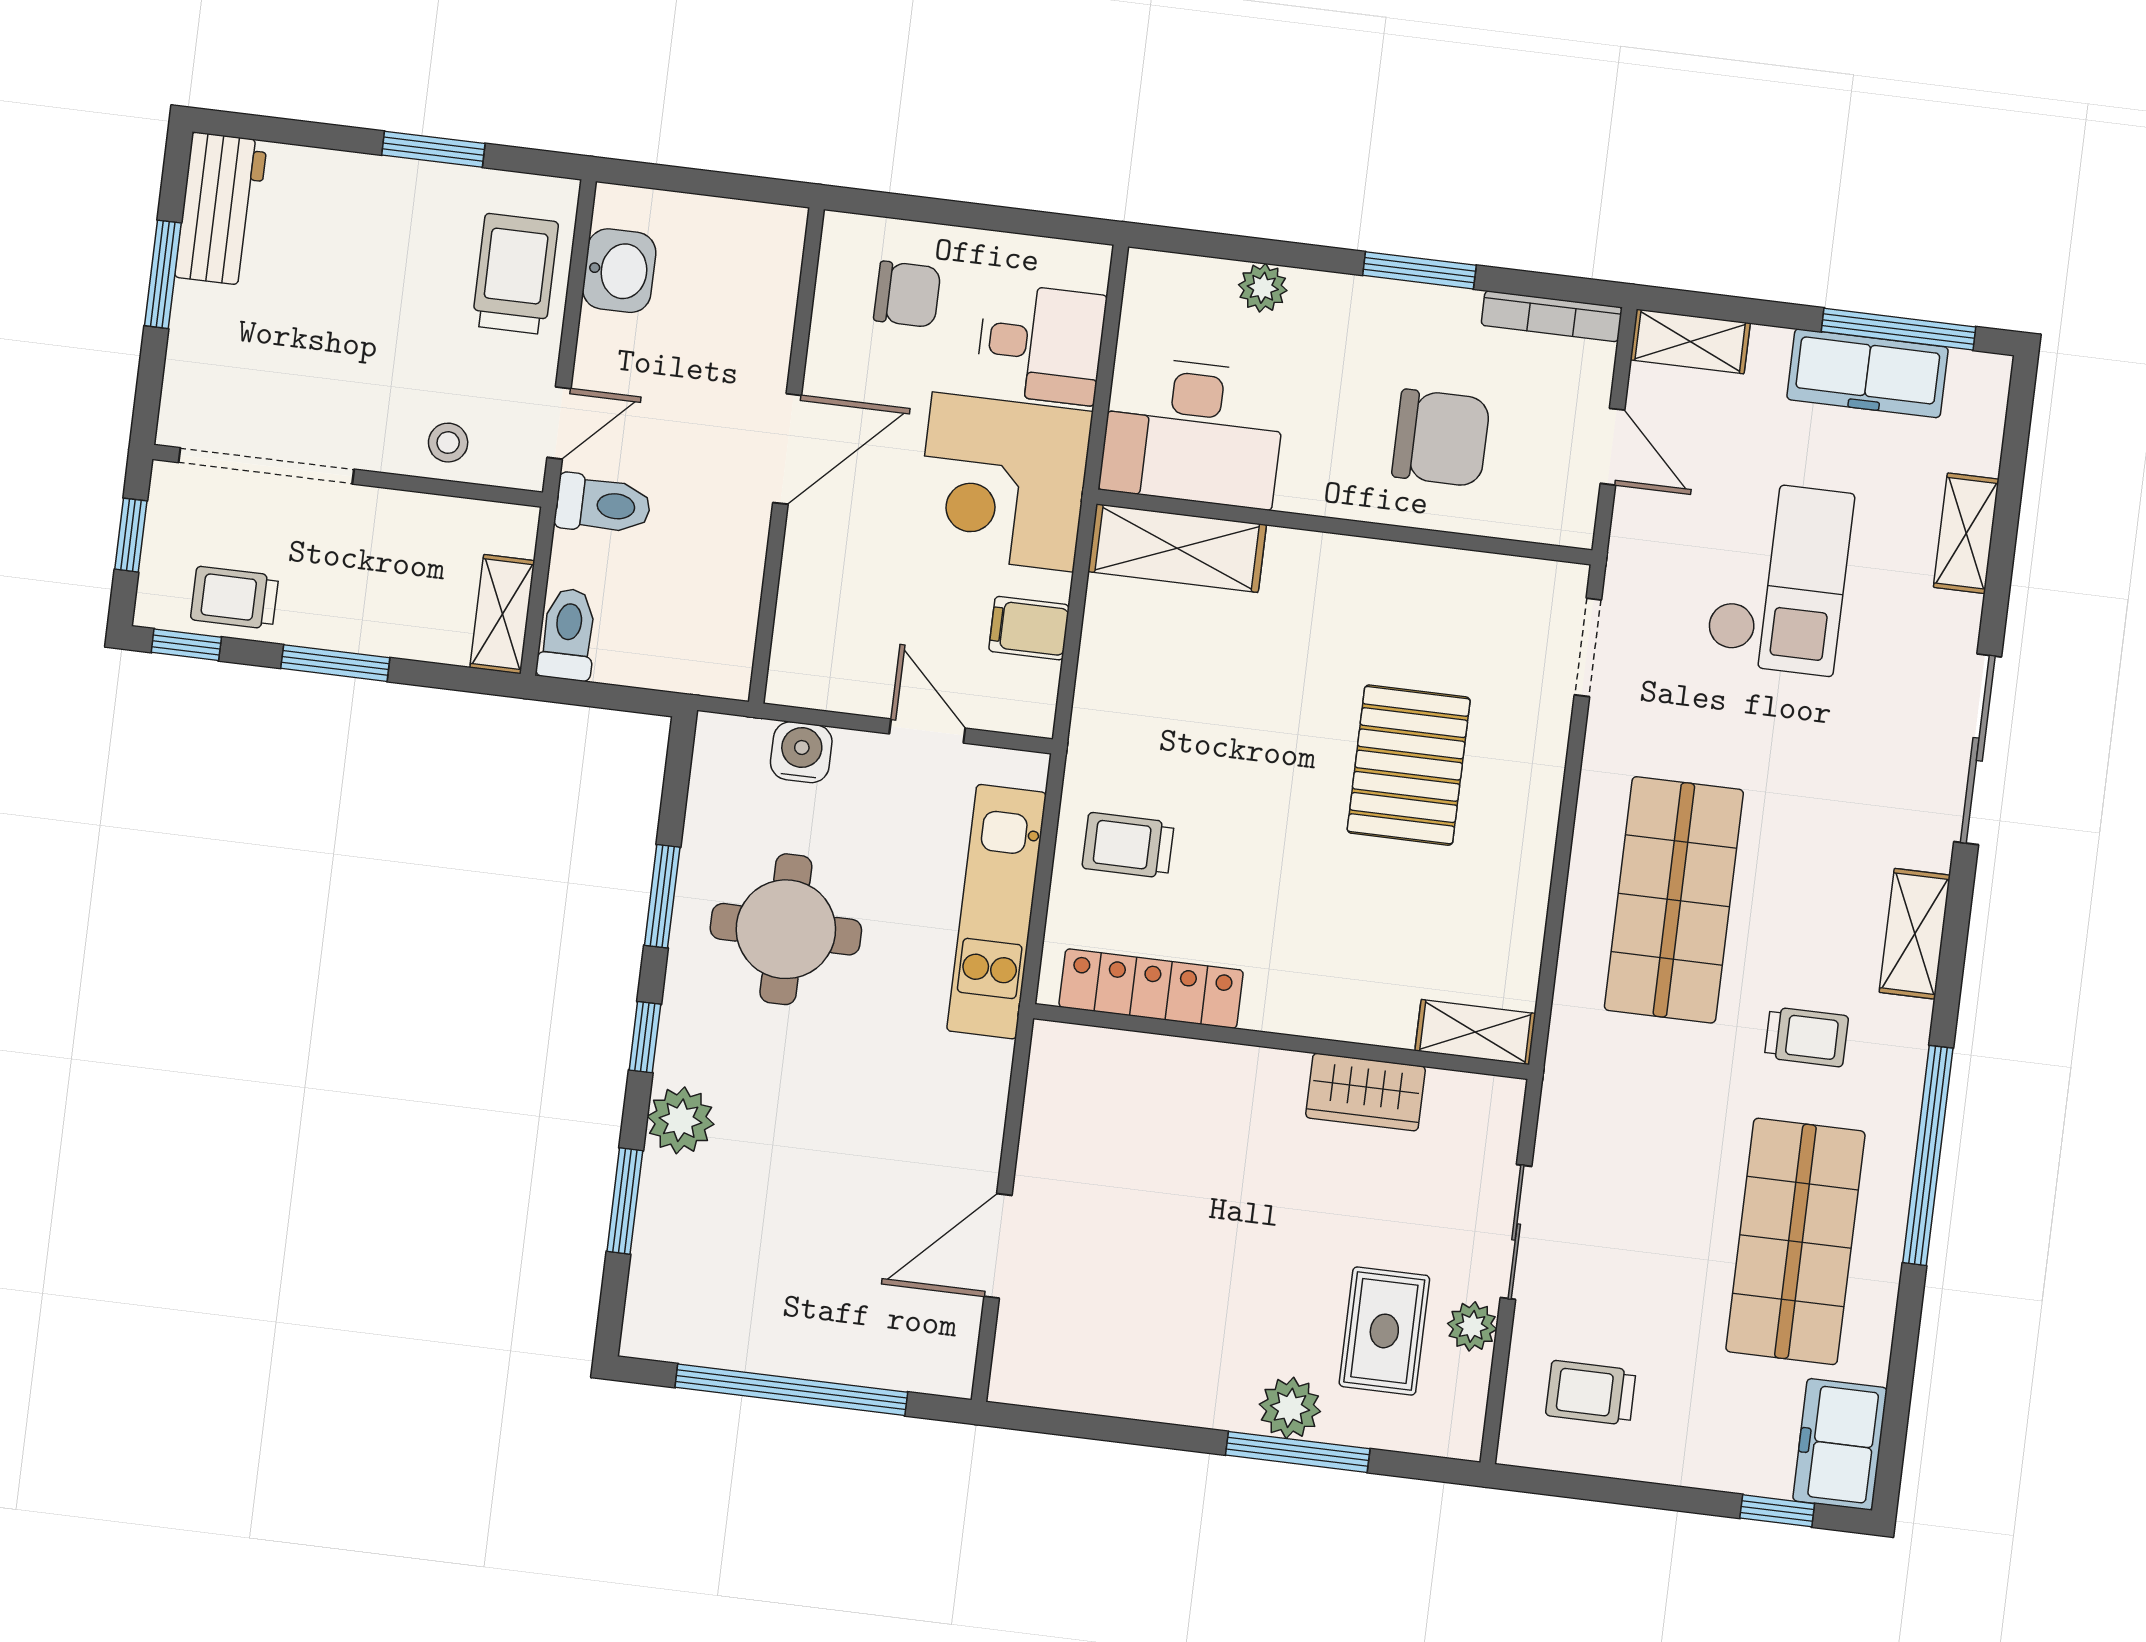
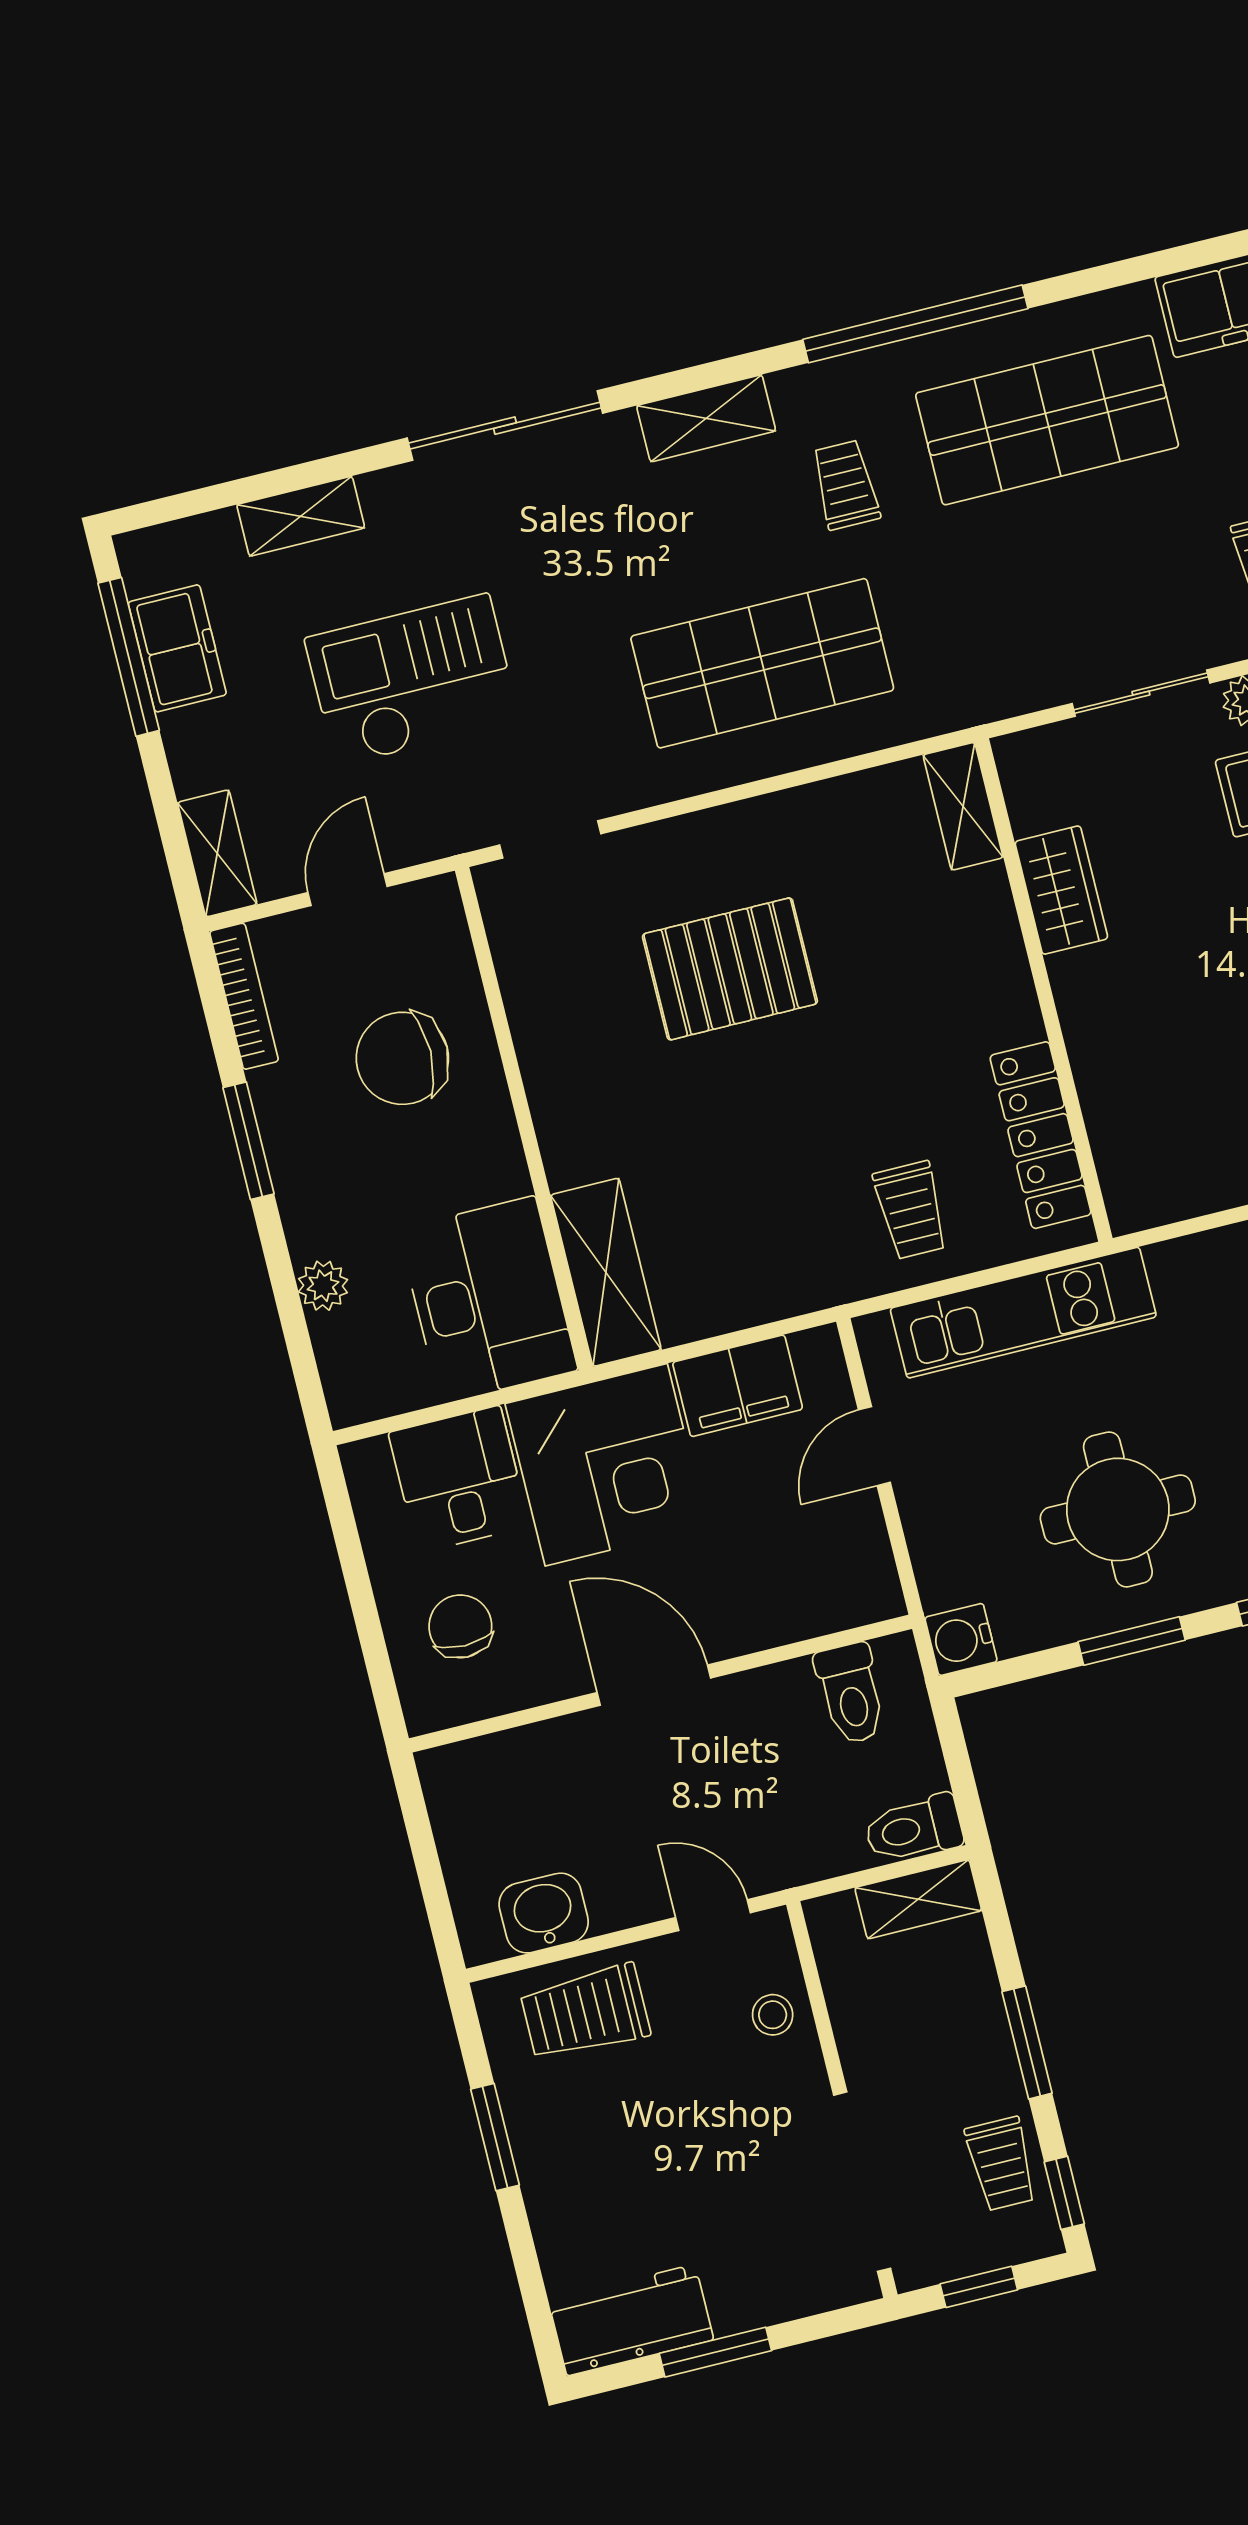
freezer: (1867, 373) -> (177, 648), width x0.71
chair: (1441, 438) -> (402, 1058), turned -90
toilet: (603, 505) -> (851, 1694), moved, turned 180
filing cabinet: (1029, 628) -> (738, 1386), width x2.00
water cooler: (801, 752) -> (961, 1639), moved

